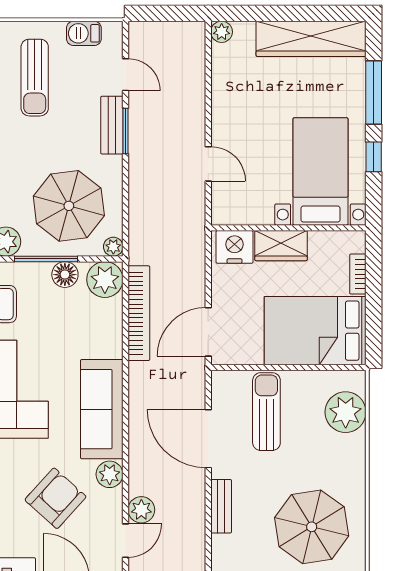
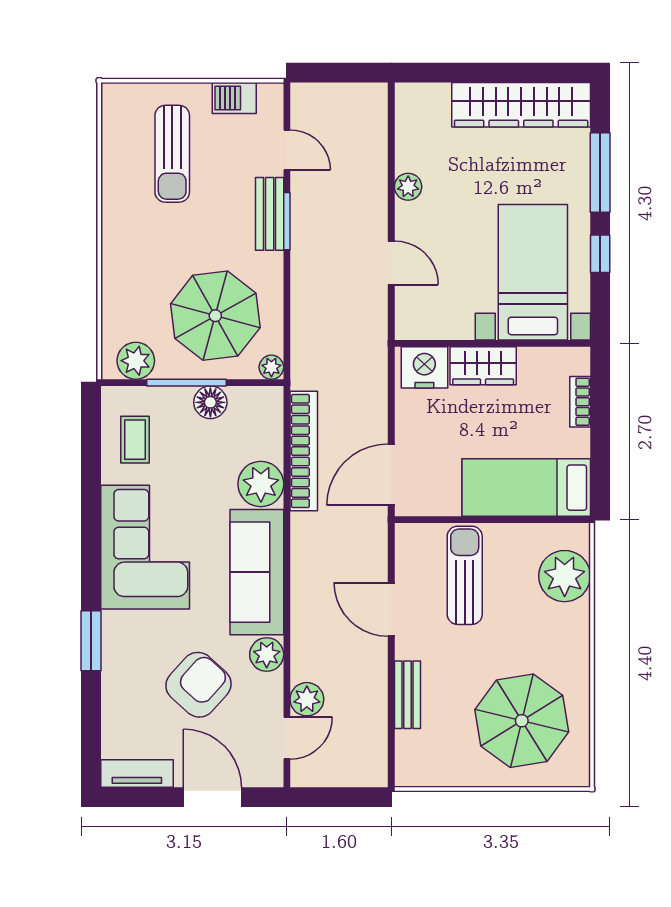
plant: (222, 32) -> (408, 187), moved
plant: (105, 280) -> (261, 484), moved
bed: (315, 331) -> (526, 488), width x0.67
door: (208, 439) -> (391, 610), width x0.73

